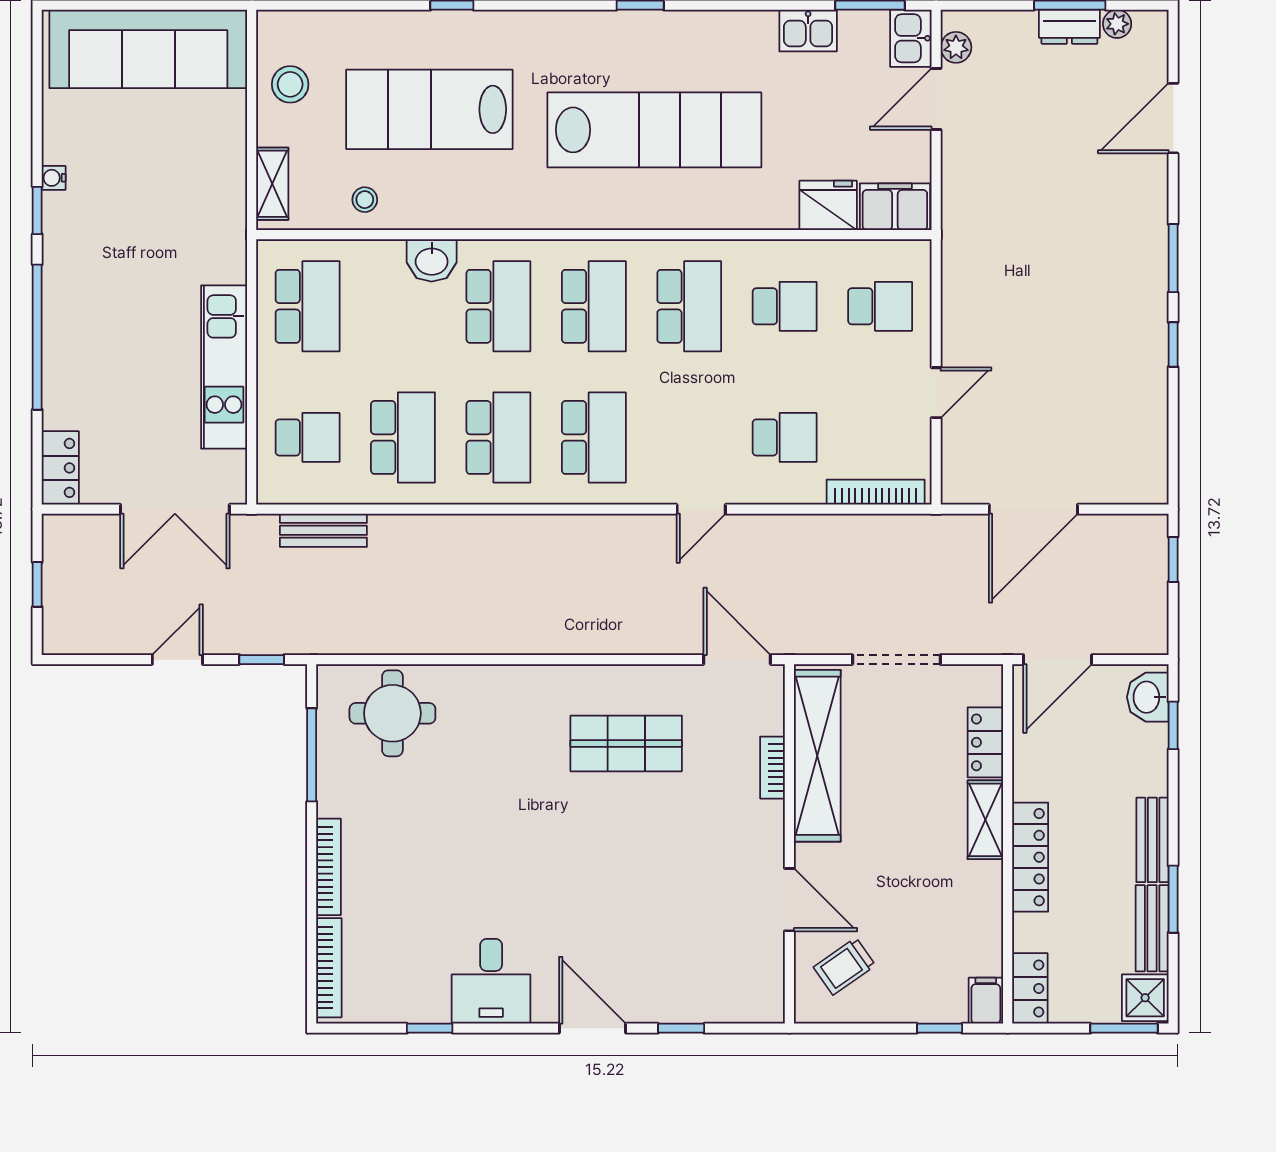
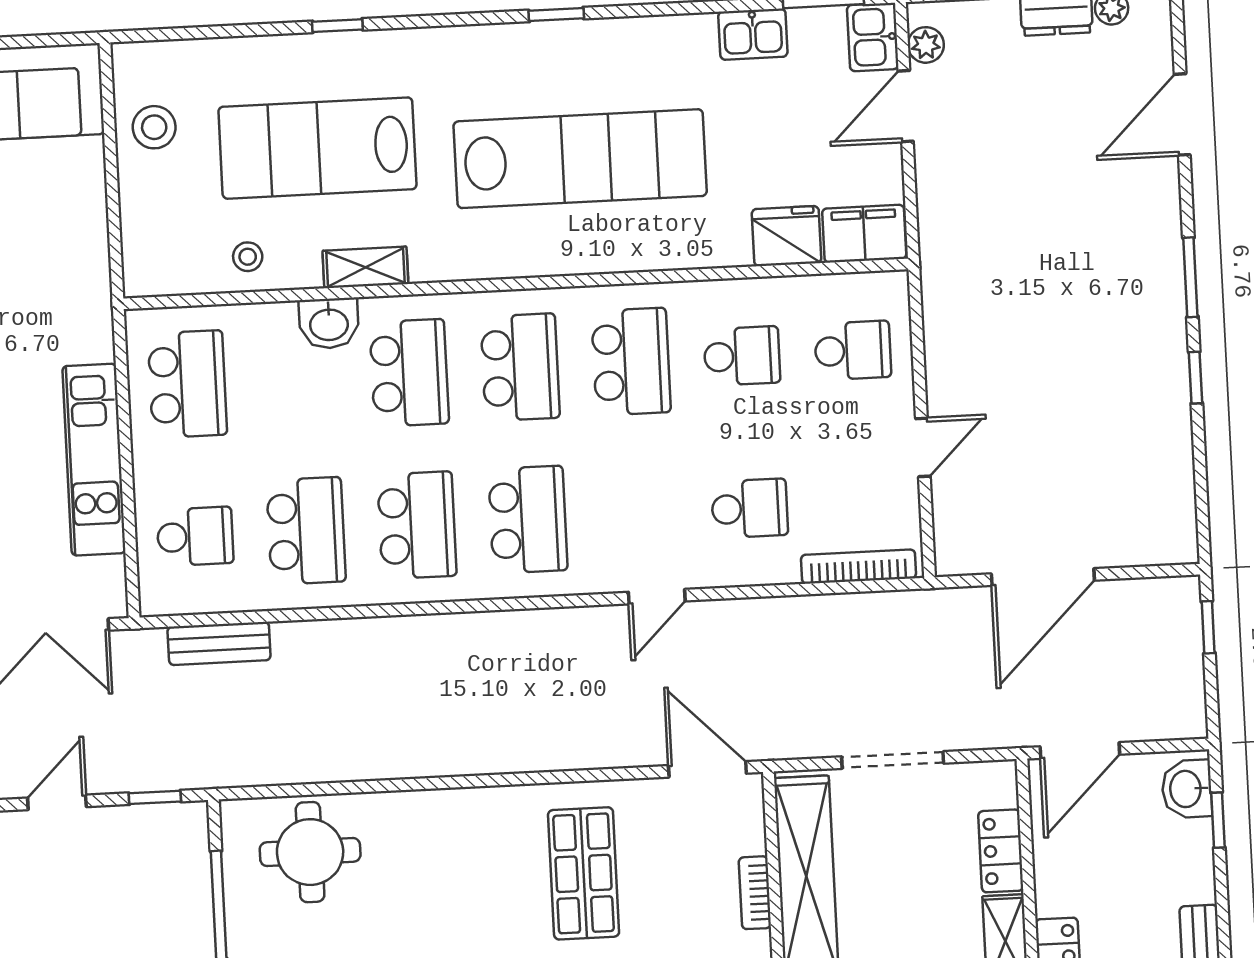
shelving: (272, 184) -> (365, 267), moved, turned 90
shop shelf: (626, 743) -> (584, 873), turned 90

